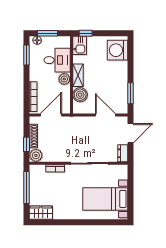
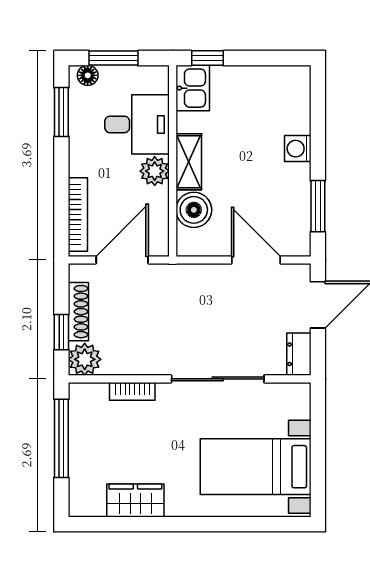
washing machine: (118, 50) -> (298, 149), moved, width x0.53, depth x0.53
wardrobe: (41, 213) -> (135, 500), moved

